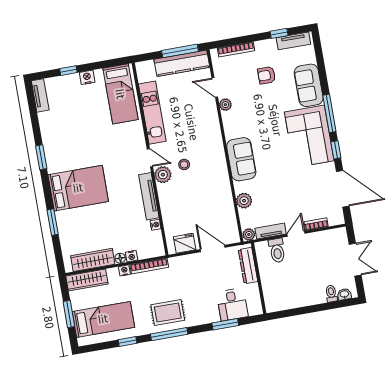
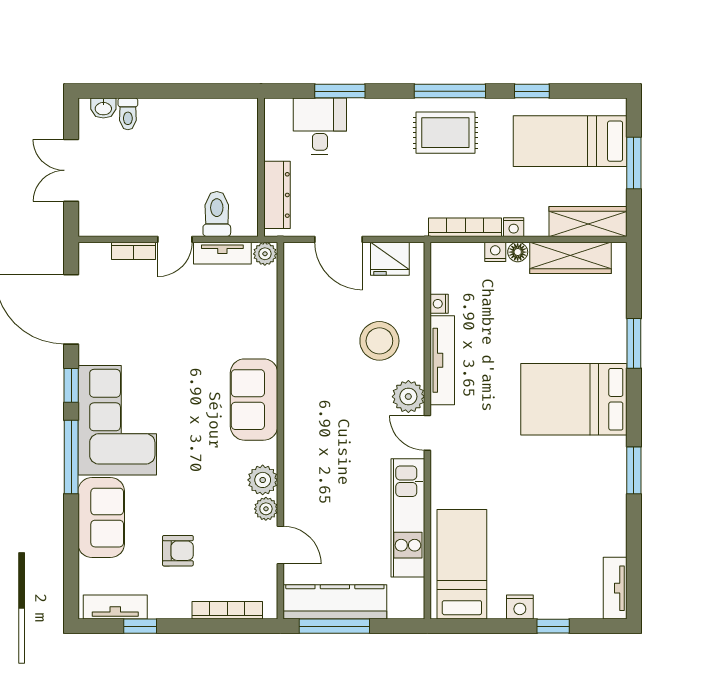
stool: (184, 164) -> (379, 341), moved, width x1.89, depth x1.89
plant: (244, 201) -> (263, 480), moved

